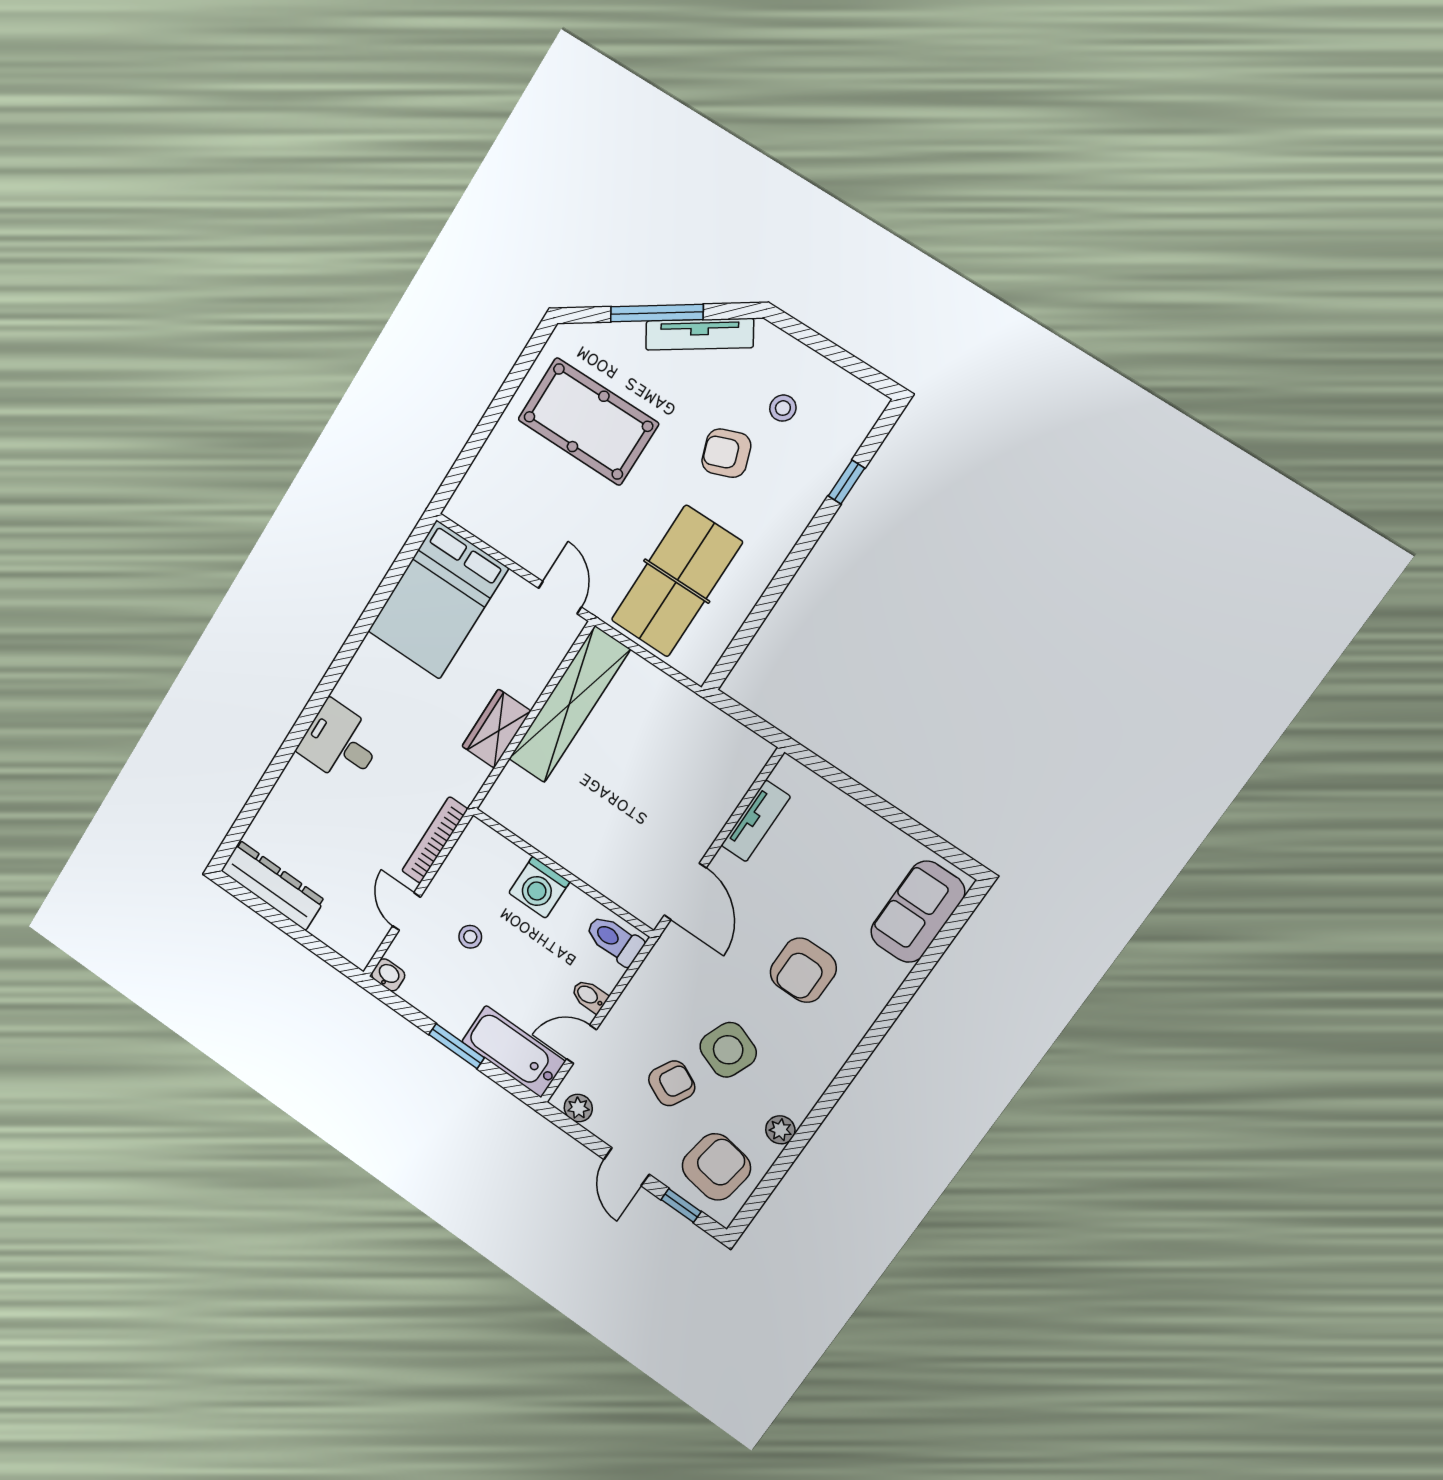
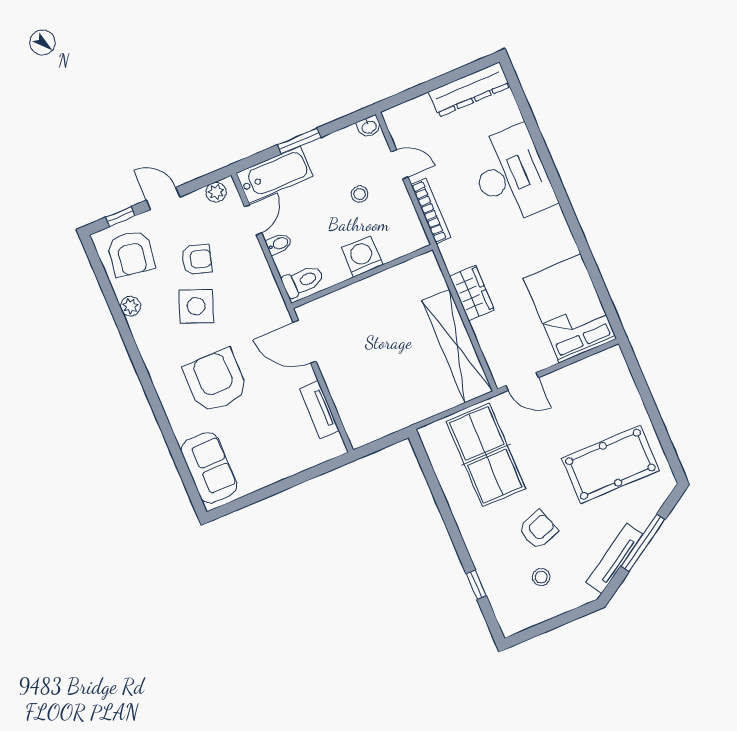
desk: (340, 743) -> (511, 175), width x1.87, depth x1.30
armchair: (803, 970) -> (216, 381), width x1.36, depth x1.36
armchair: (672, 1083) -> (197, 259), turned -100

